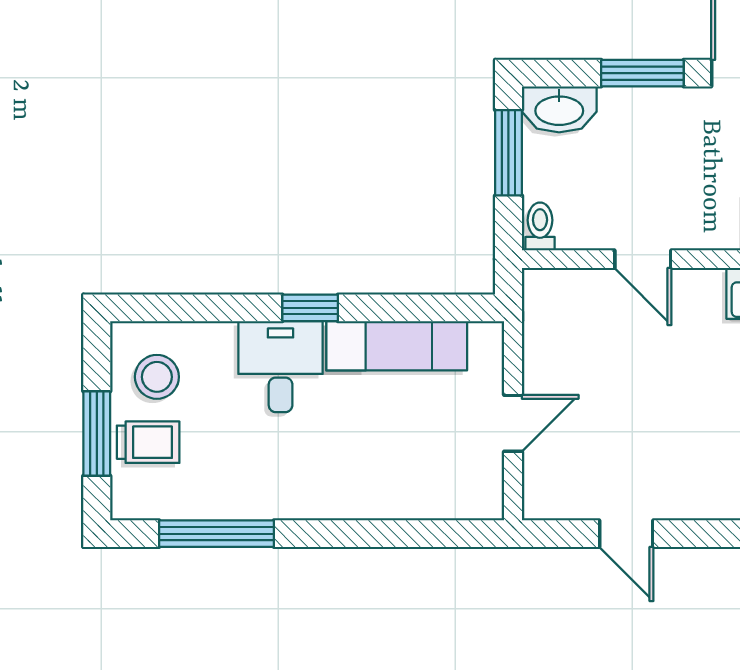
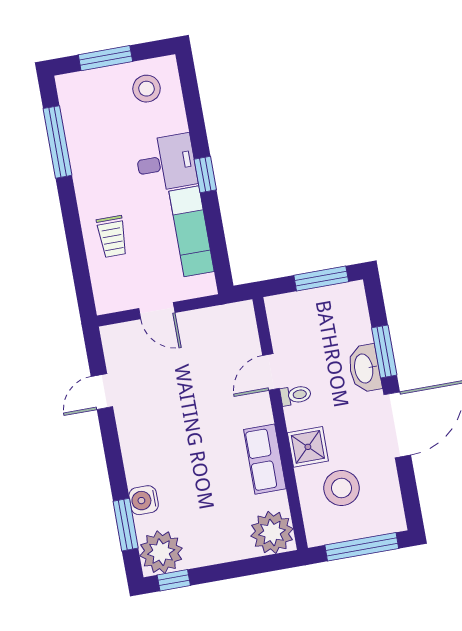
washbasin: (559, 109) -> (364, 368), moved
toilet: (540, 226) -> (296, 395), moved
trolley: (148, 442) -> (112, 237), moved

